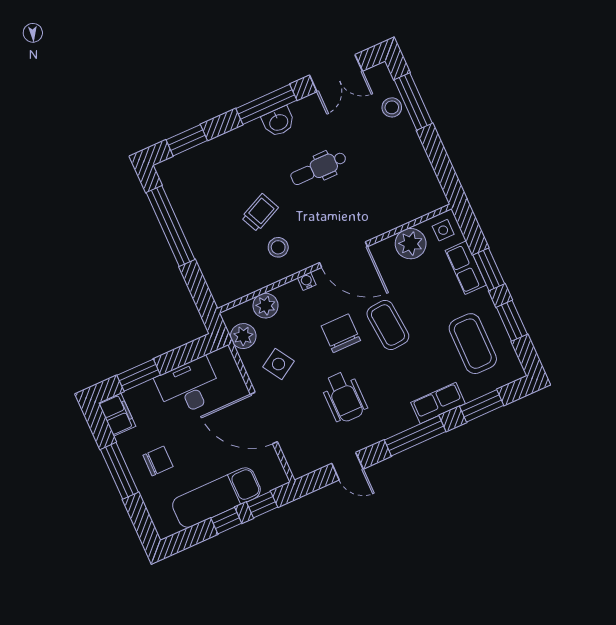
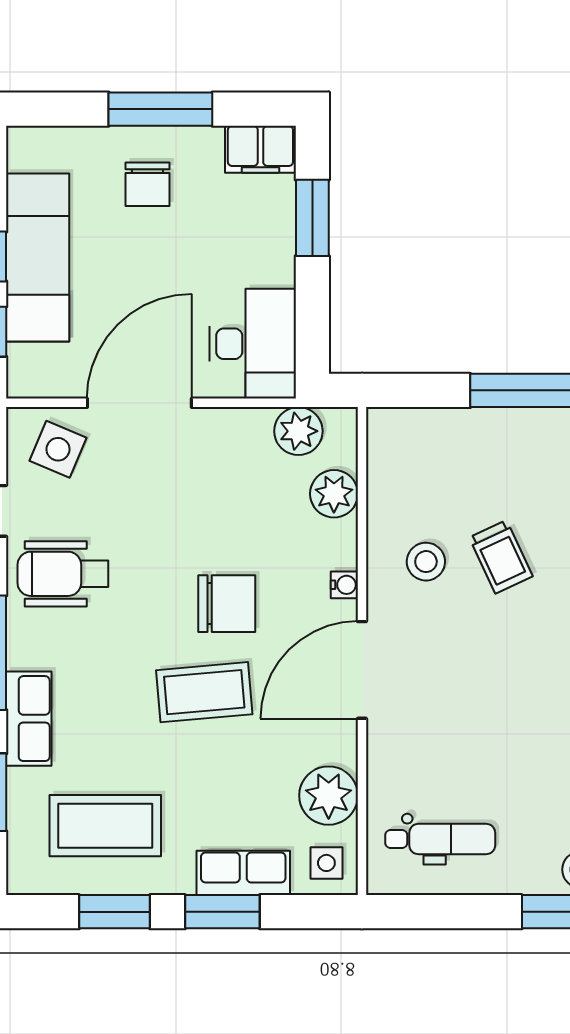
dental chair: (319, 168) -> (440, 839), moved, turned 90
side table: (279, 364) -> (58, 449), moved, turned -35
desk: (189, 387) -> (253, 344), moved
wheelchair: (344, 397) -> (63, 574), moved

